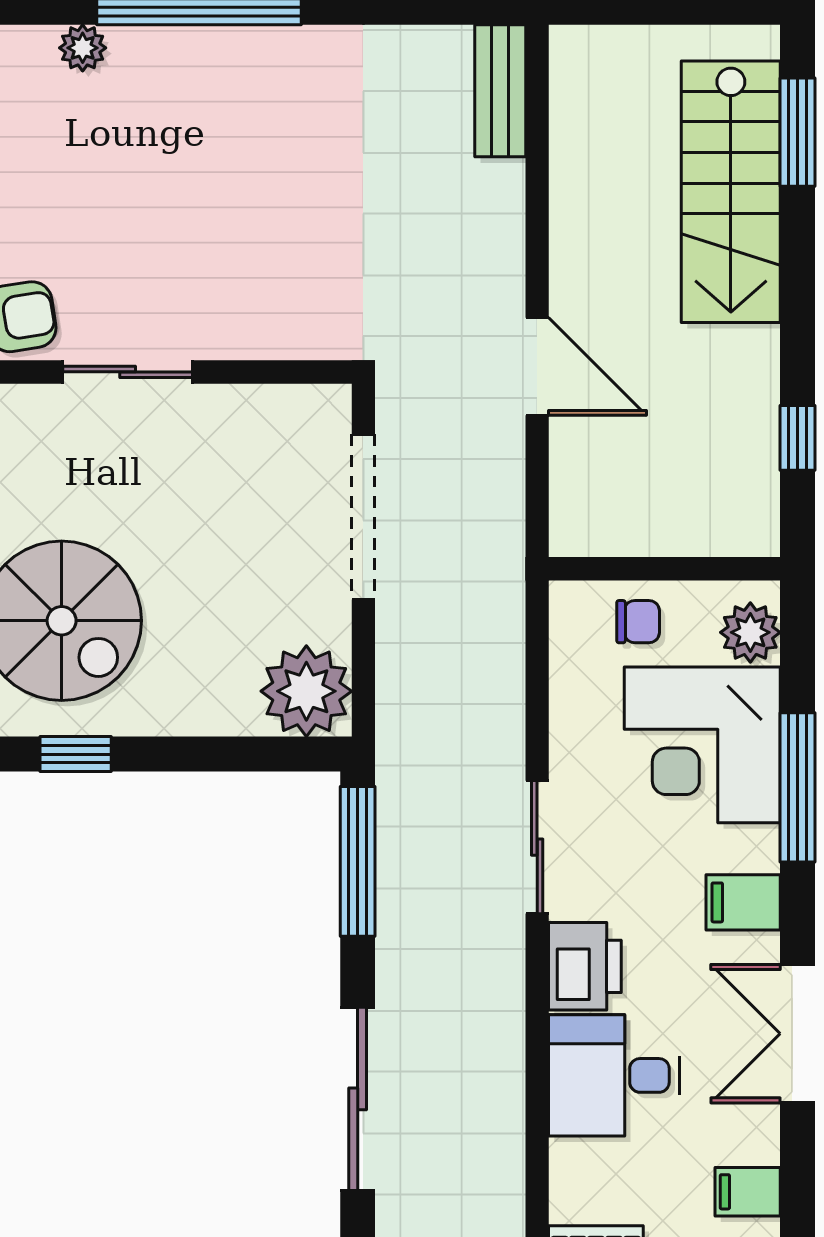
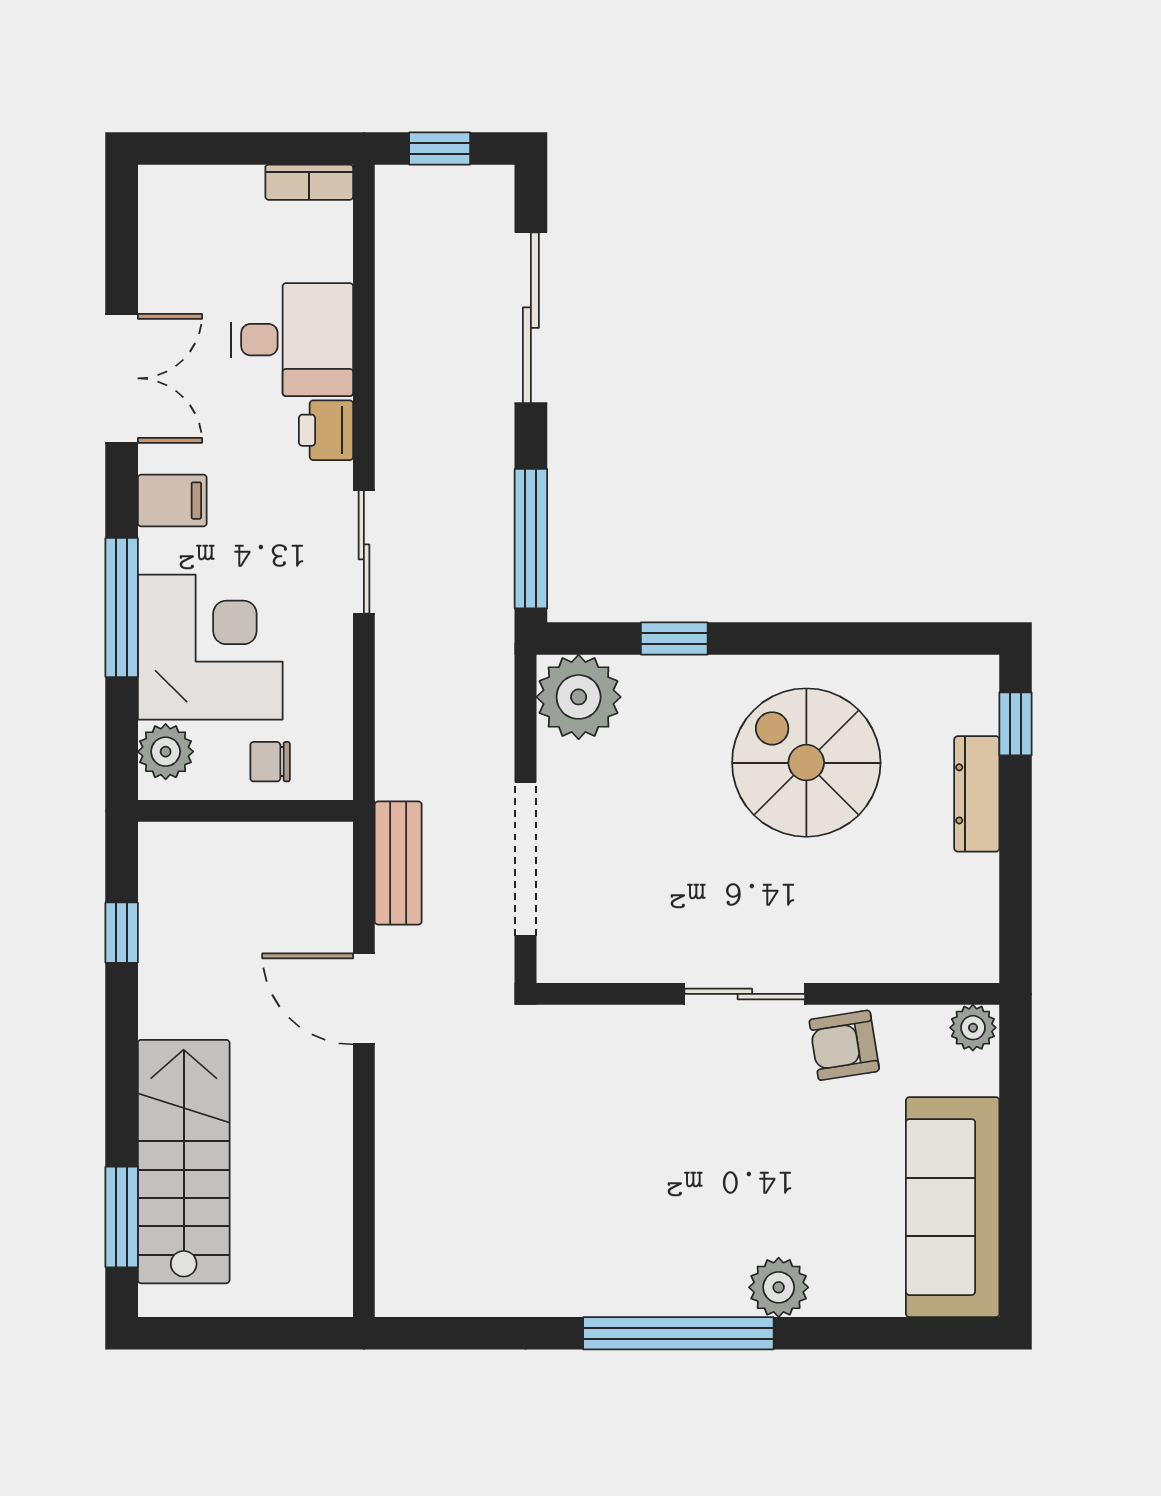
plant: (83, 48) -> (779, 1287), width x1.38, depth x1.38
bench: (500, 91) -> (398, 863), moved
window: (76, 754) -> (674, 639), moved
printer: (585, 966) -> (326, 430), width x0.73, depth x0.81
filing cabinet: (748, 1192) -> (168, 231), removed

